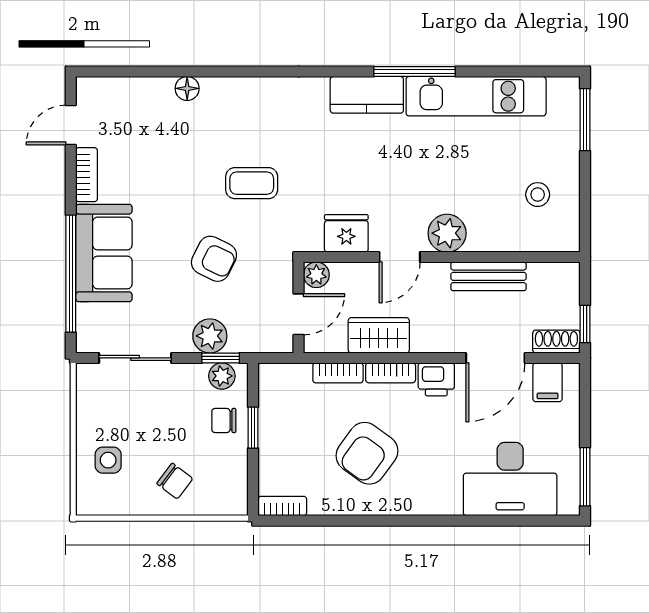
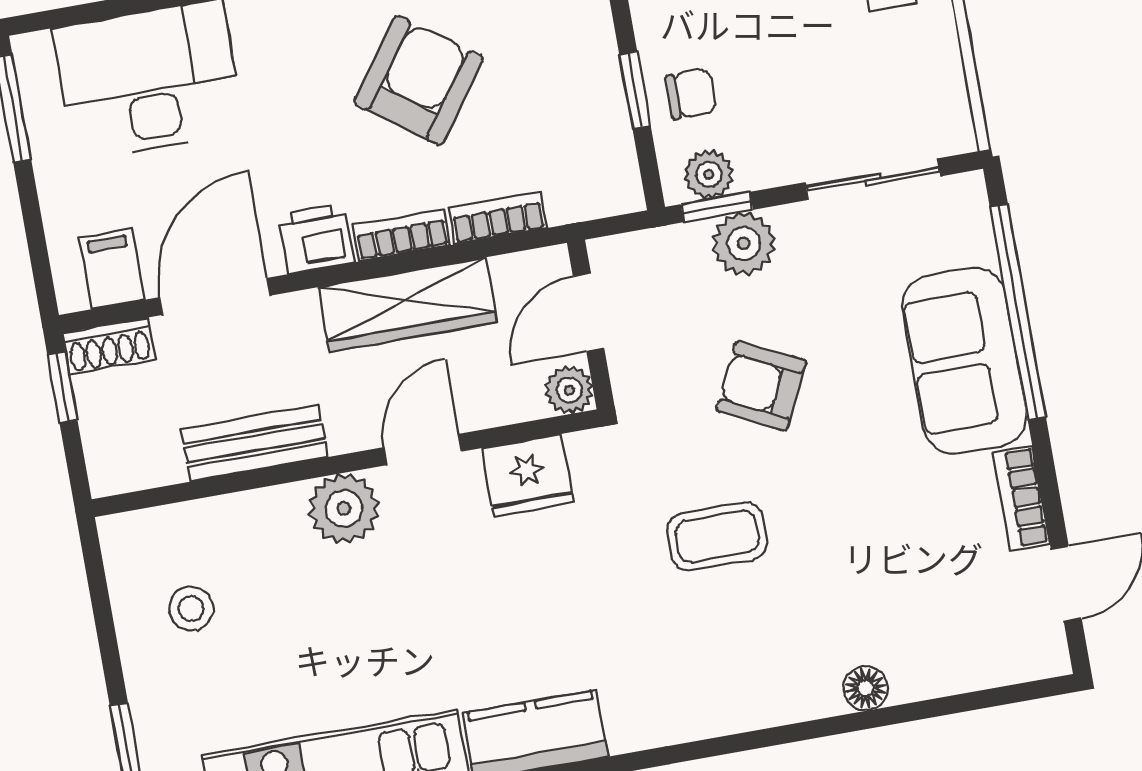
wardrobe: (379, 335) -> (407, 305), width x1.50

